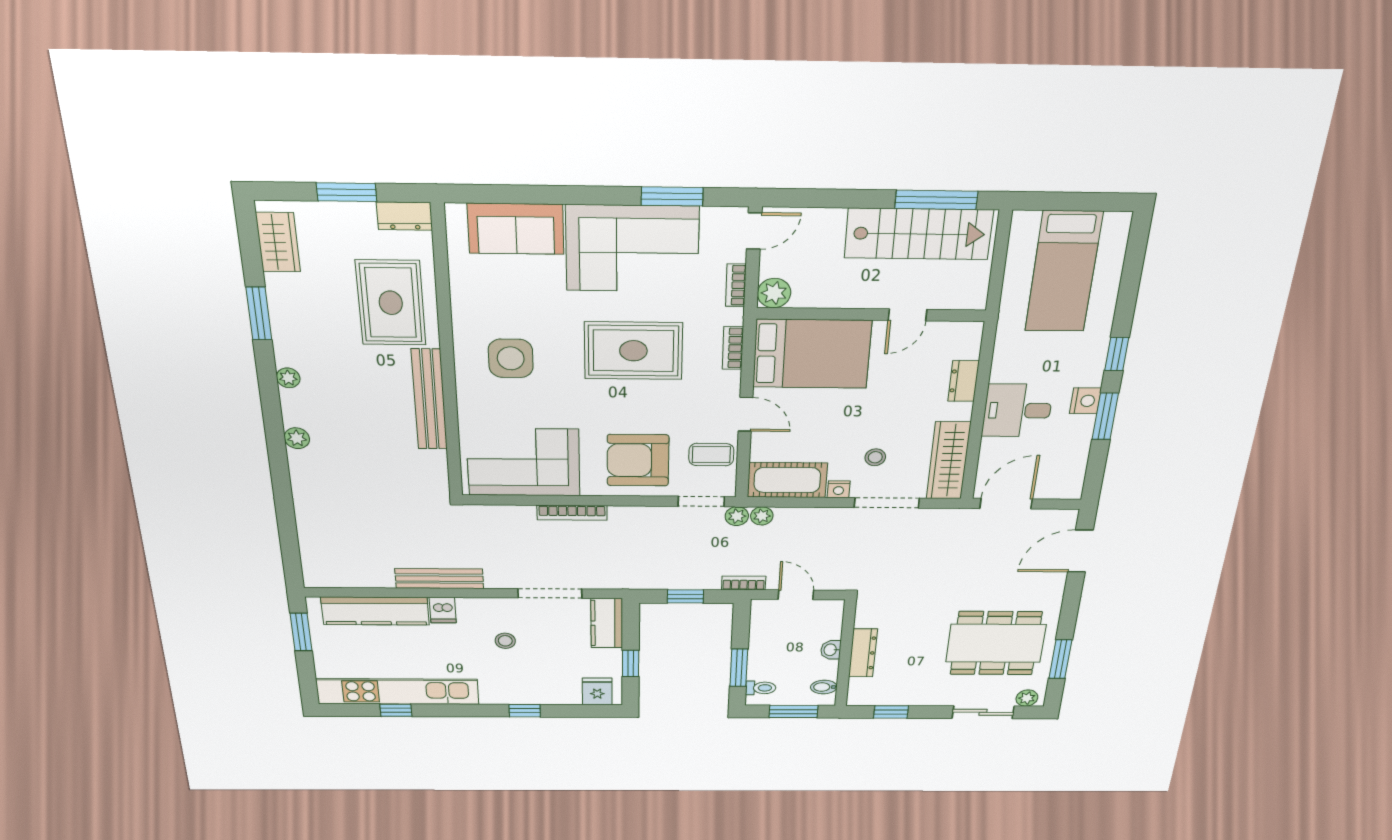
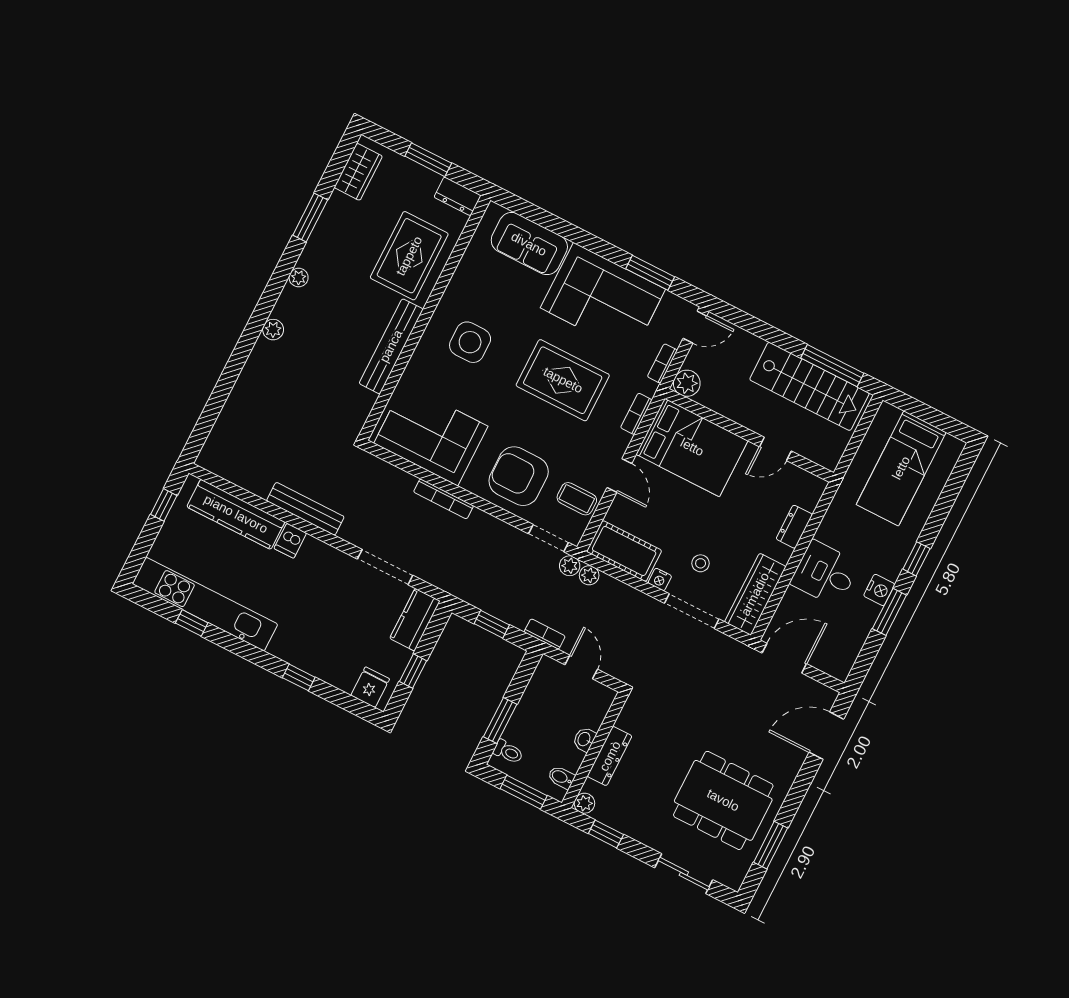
window: (301, 632) -> (164, 505), width x0.67
stool: (505, 641) -> (323, 596), removed
plant: (1027, 698) -> (584, 803), moved

